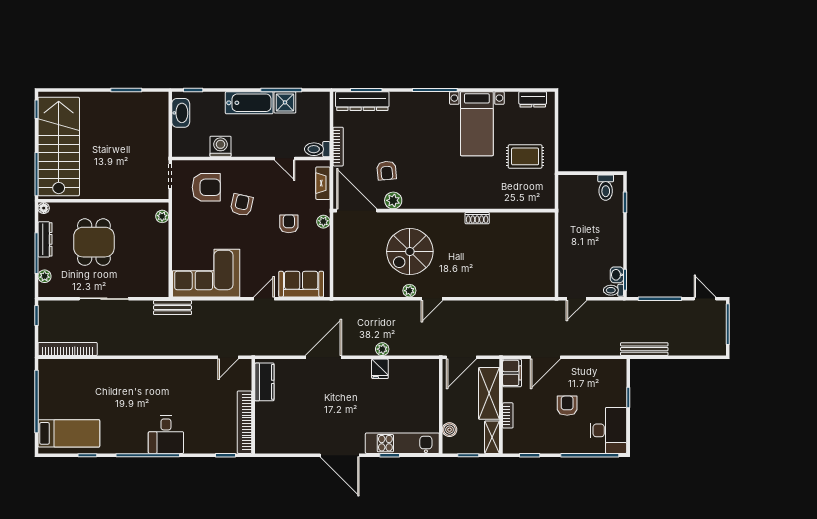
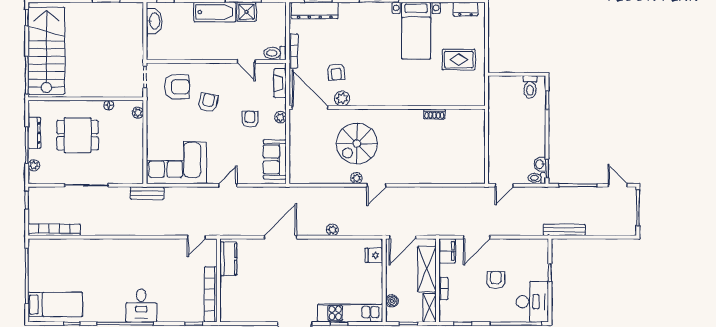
washing machine: (221, 146) -> (189, 51), removed
floor lamp: (44, 208) -> (109, 105), moved
shoe rack: (477, 218) -> (434, 114), moved
dining table: (94, 242) -> (78, 135), turned 90
sofa: (301, 284) -> (275, 159), moved, turned -90
fridge: (380, 369) -> (374, 255), moved, turned 90

